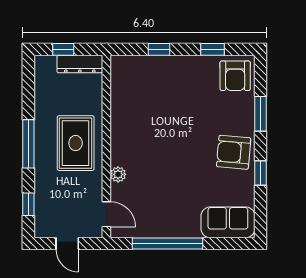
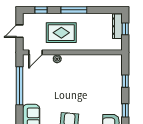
dresser: (80, 64) -> (117, 26), moved
rug: (76, 143) -> (61, 33), moved

